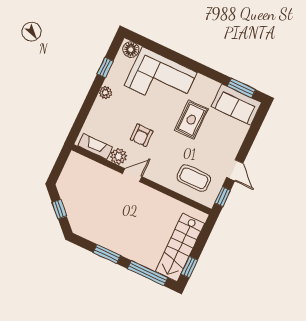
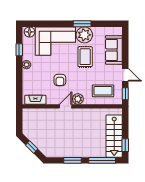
window: (241, 88) -> (82, 24), moved
plant: (204, 89) -> (84, 35), added
sofa: (236, 105) -> (114, 50), moved, turned 90
plant: (119, 156) -> (78, 99), moved

